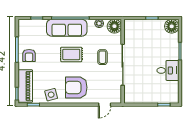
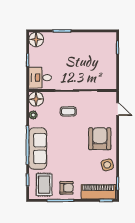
rug: (71, 54) -> (44, 185), moved
desk: (168, 70) -> (40, 78), moved, turned -90
armchair: (76, 87) -> (100, 139), turned 180

